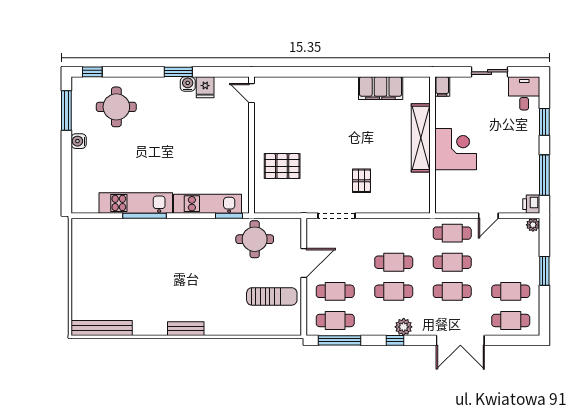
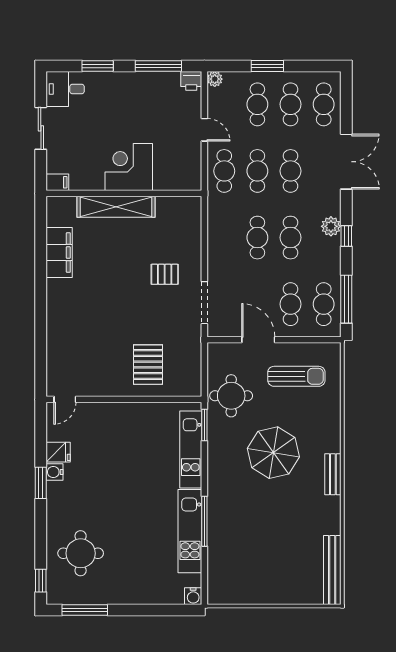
water cooler: (79, 141) -> (193, 596), moved
cafe table: (511, 262) -> (257, 104), added
parasol: (205, 276) -> (273, 453), added
sun lounger: (272, 296) -> (296, 376), turned 90

